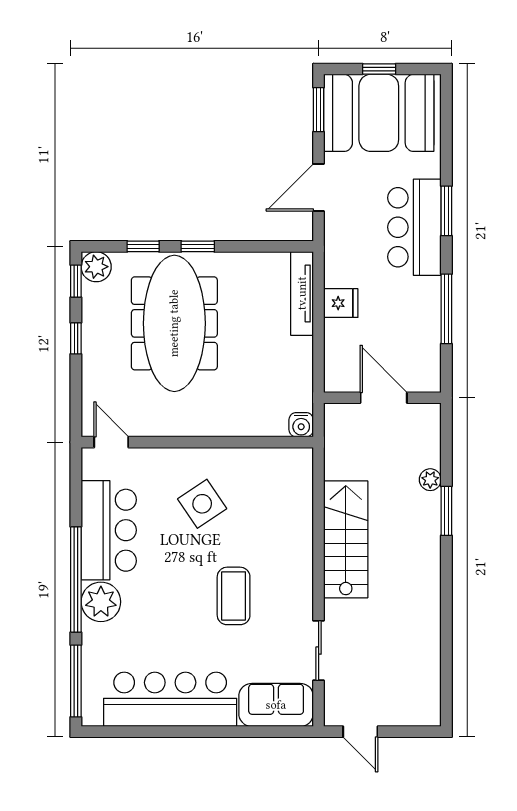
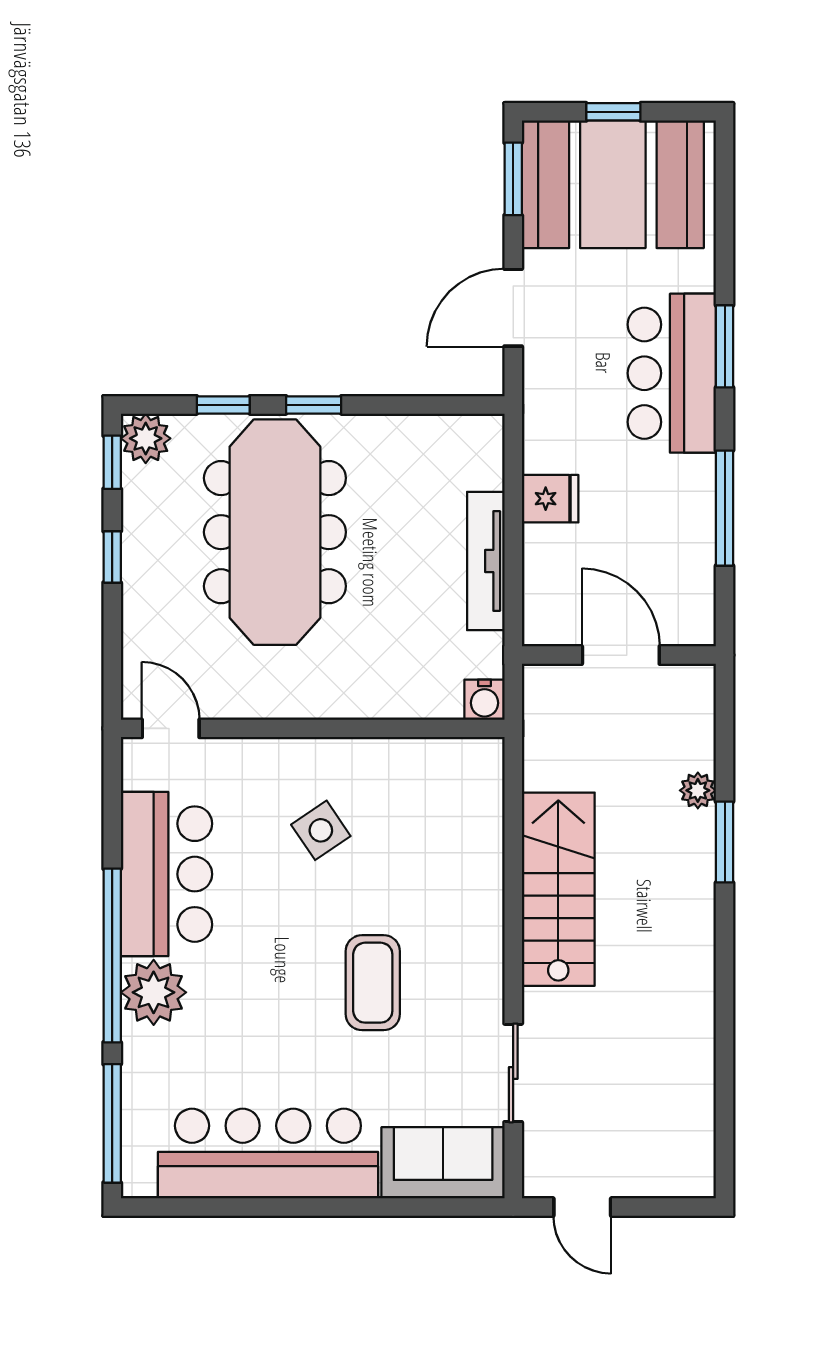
tv unit: (302, 293) -> (486, 561), moved
side table: (202, 504) -> (321, 830), width x0.73, depth x0.73

